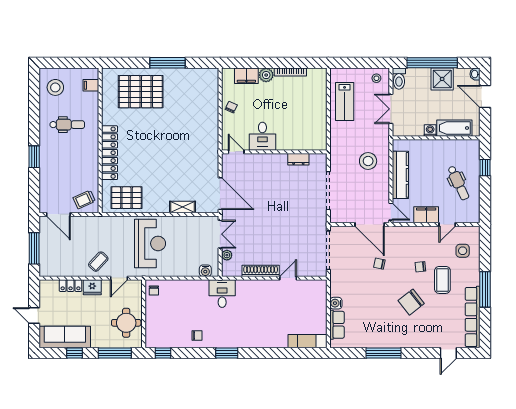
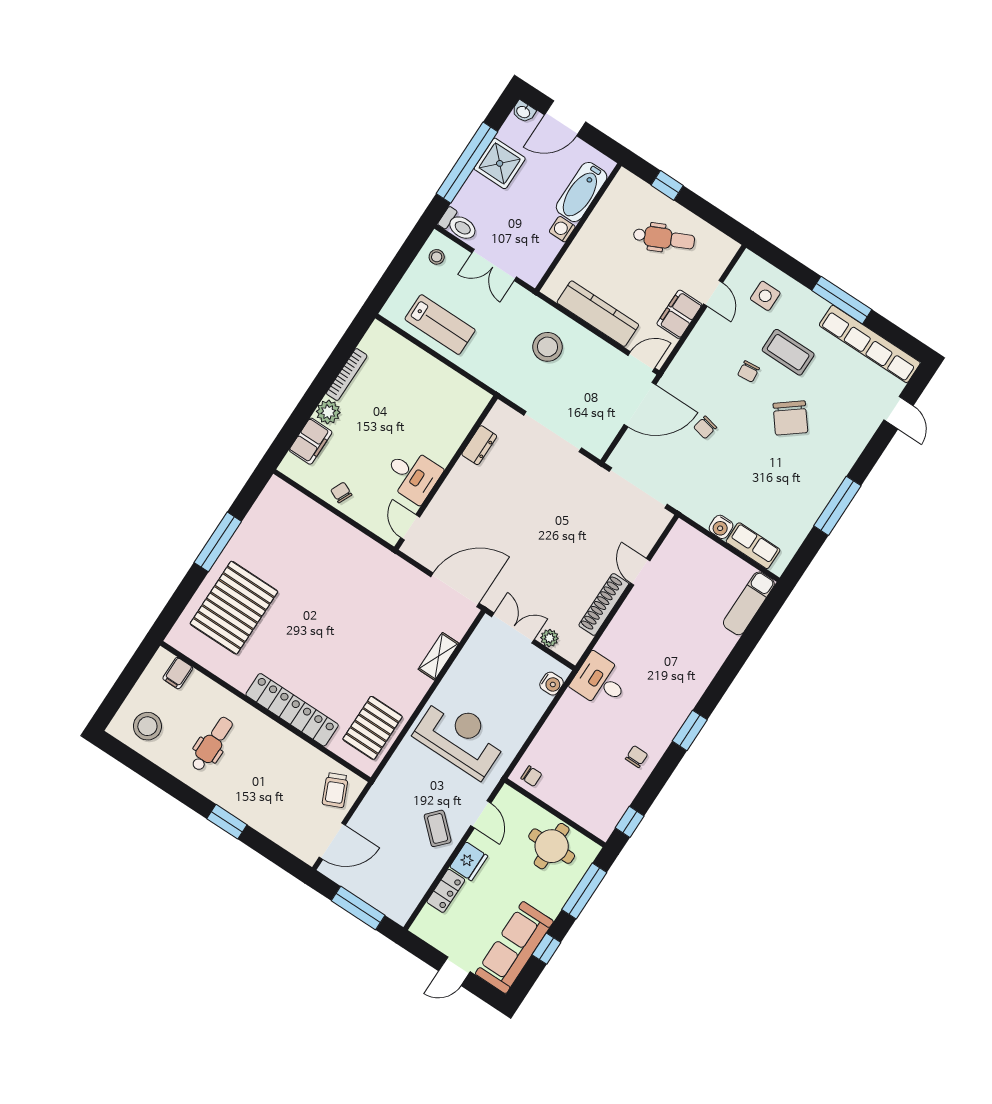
door: (236, 152) -> (410, 527), hinge flipped

